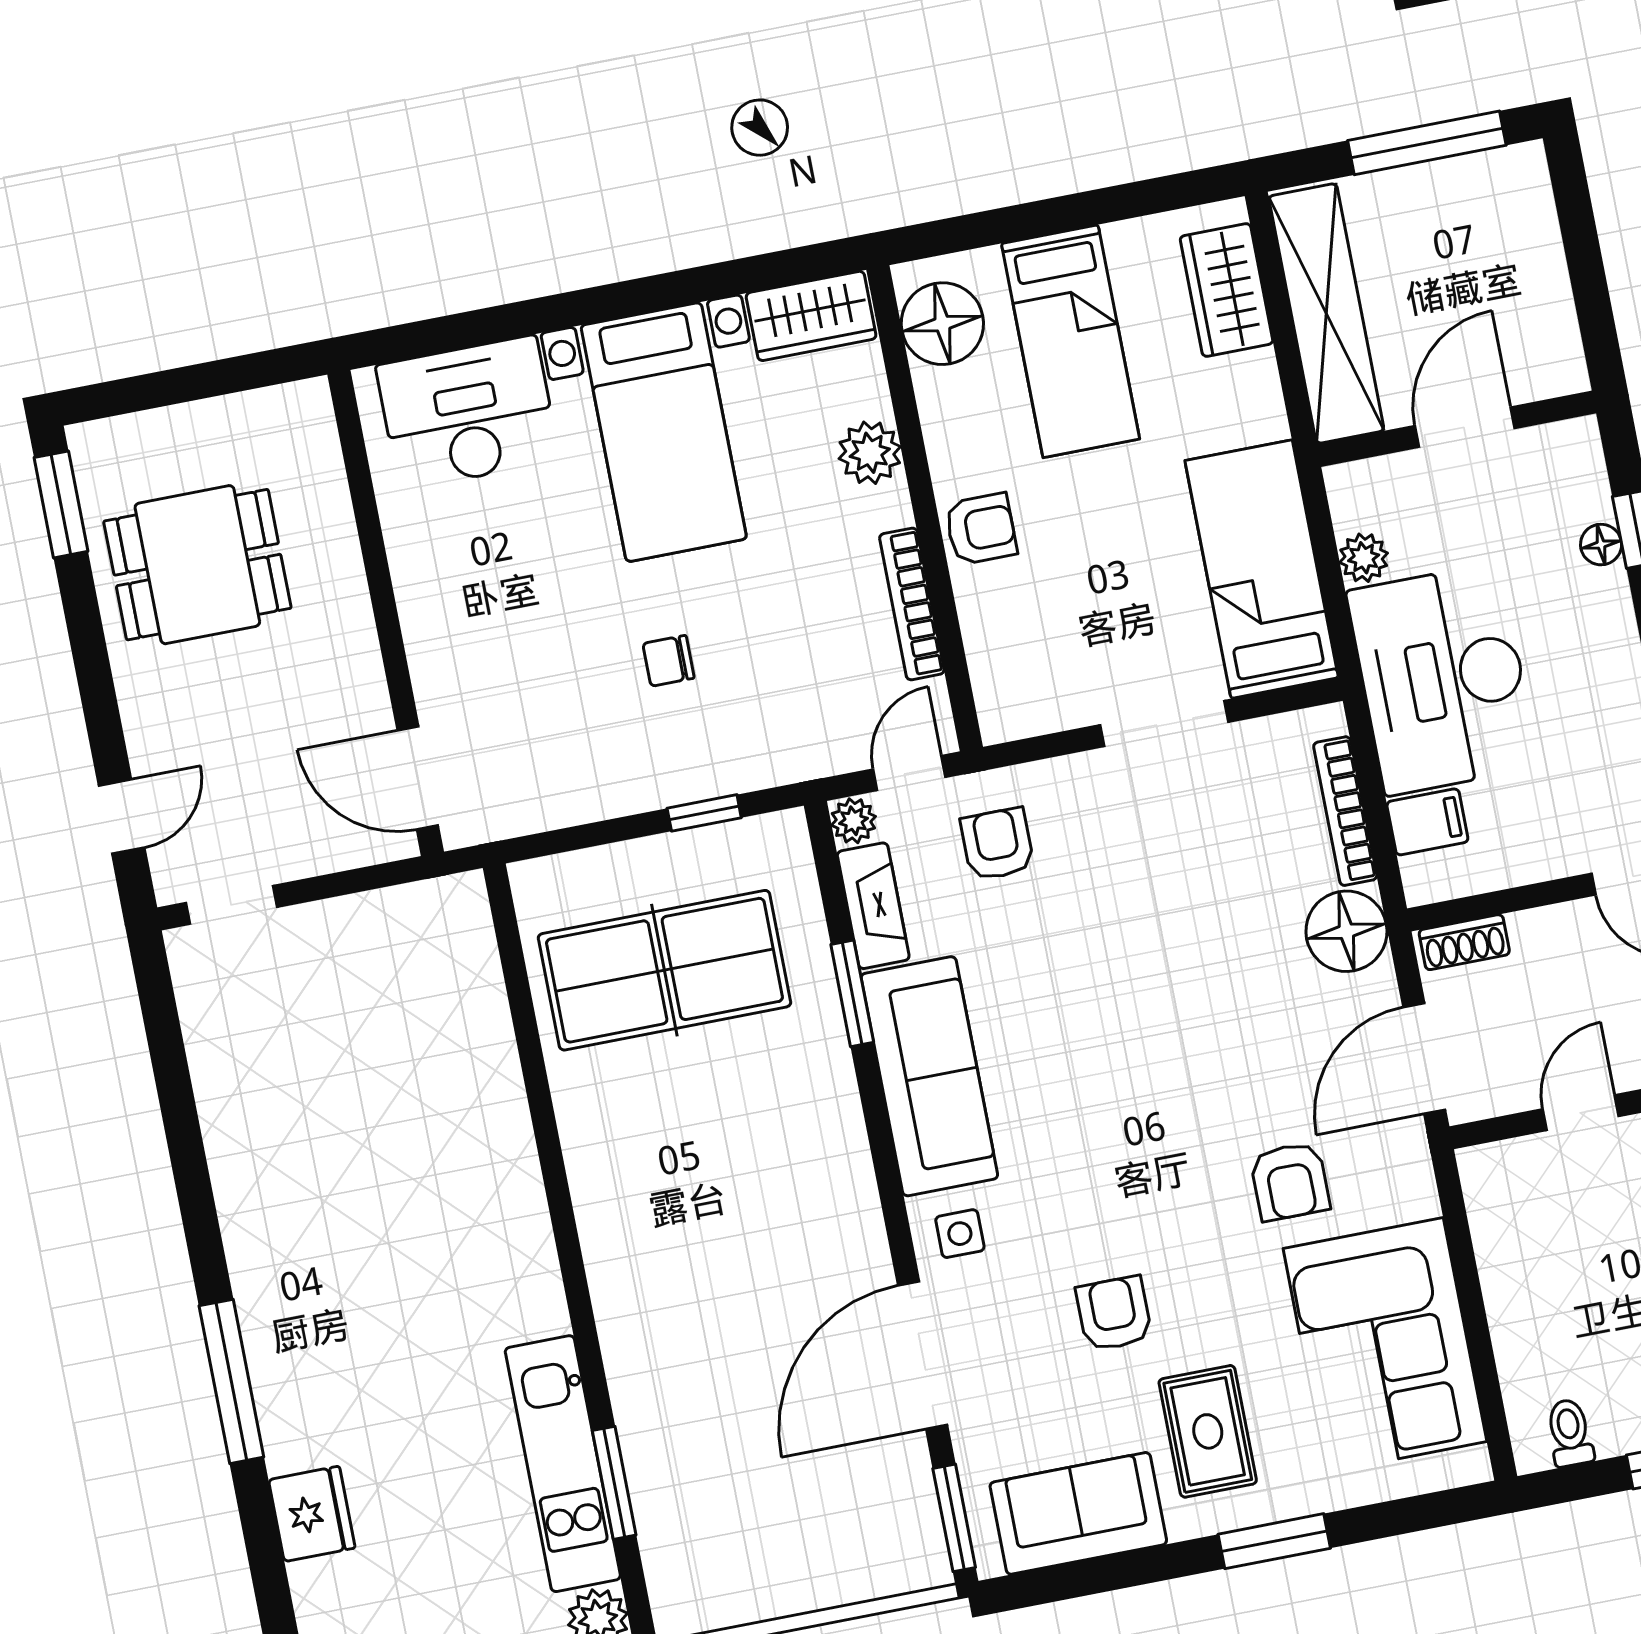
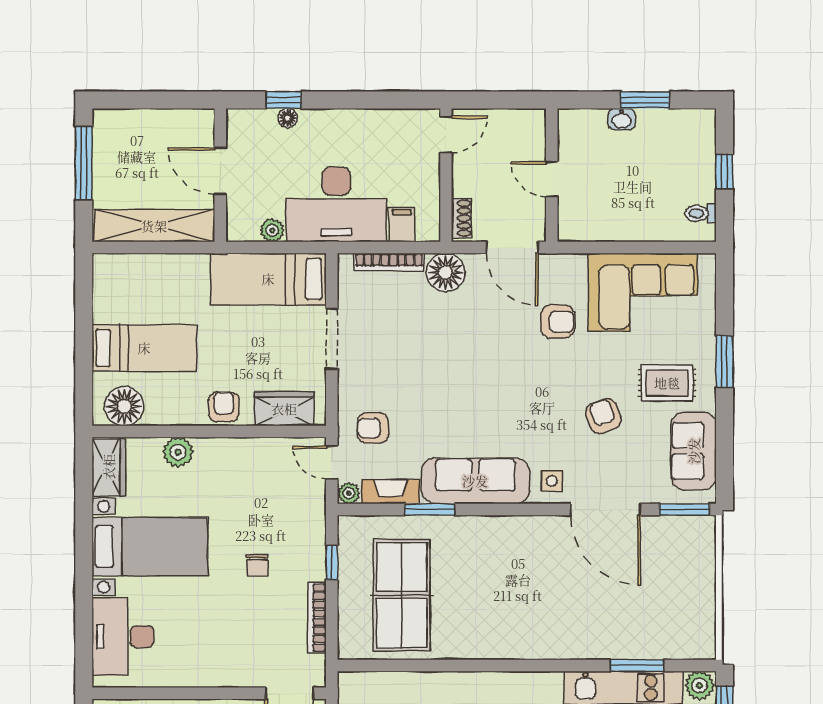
wardrobe: (1227, 290) -> (284, 409), moved, turned 180
bookcase: (912, 604) -> (317, 618), moved, turned 90
armchair: (1114, 1314) -> (603, 416), turned 70

